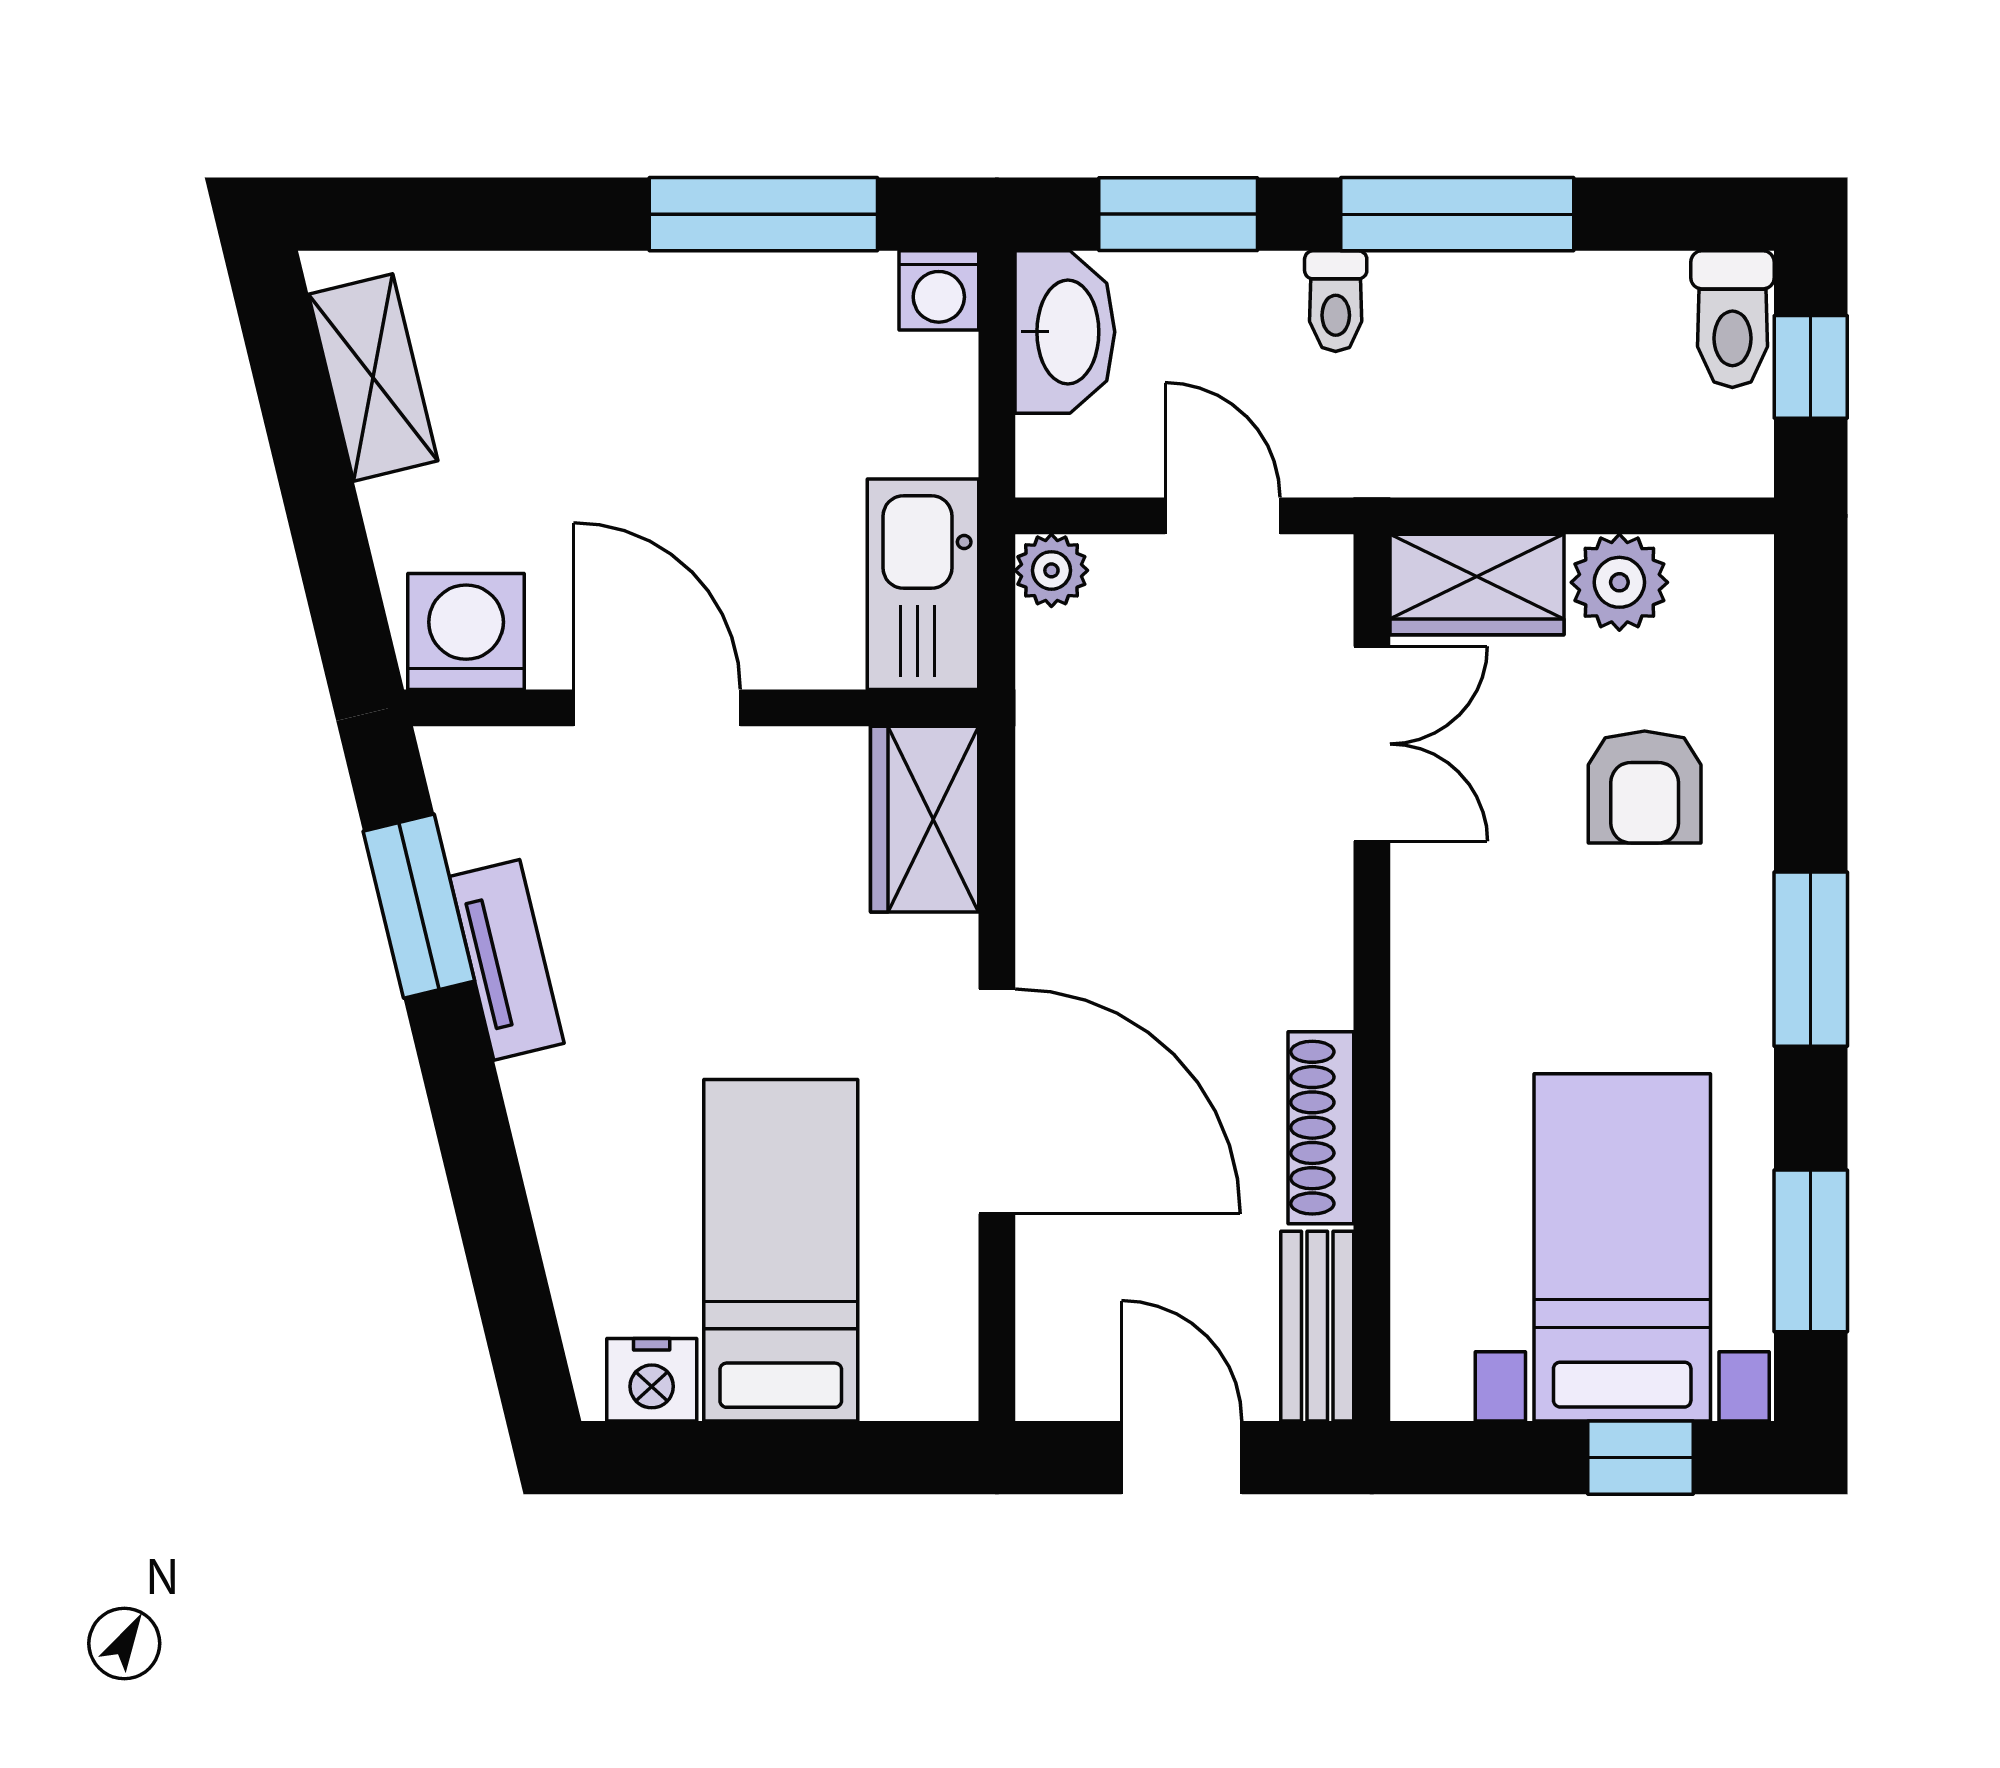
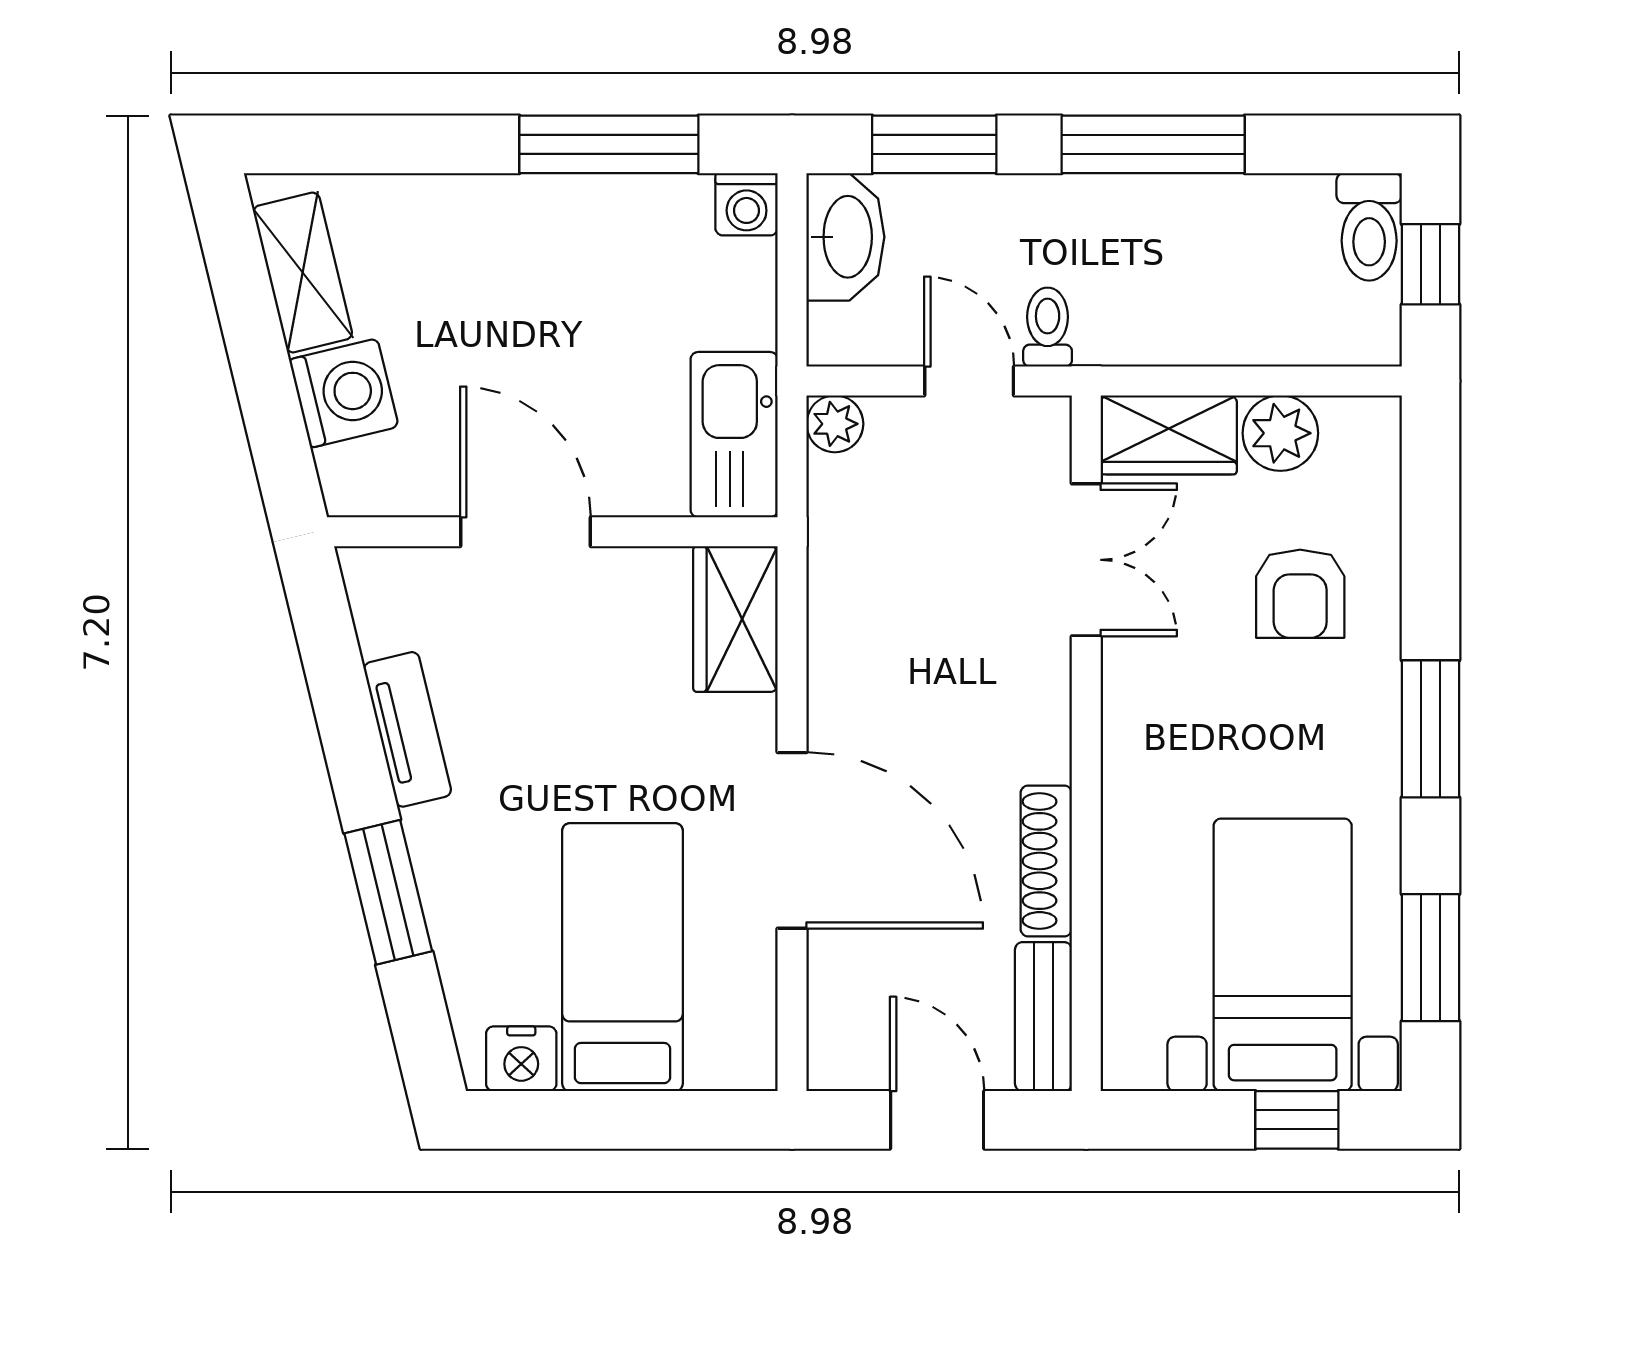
toilet: (1336, 301) -> (1048, 327), moved, turned 180
washing machine: (466, 631) -> (344, 393), moved, turned 76
window: (419, 906) -> (388, 892), moved

